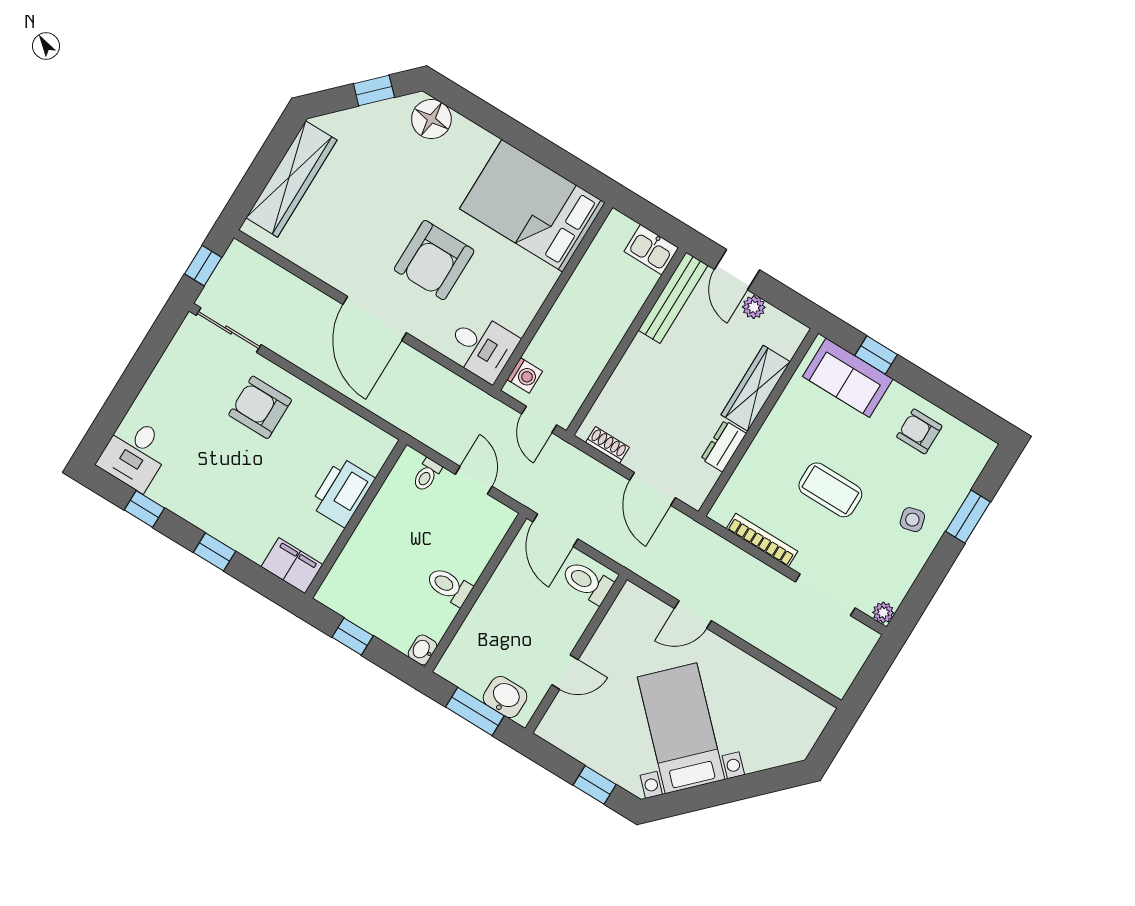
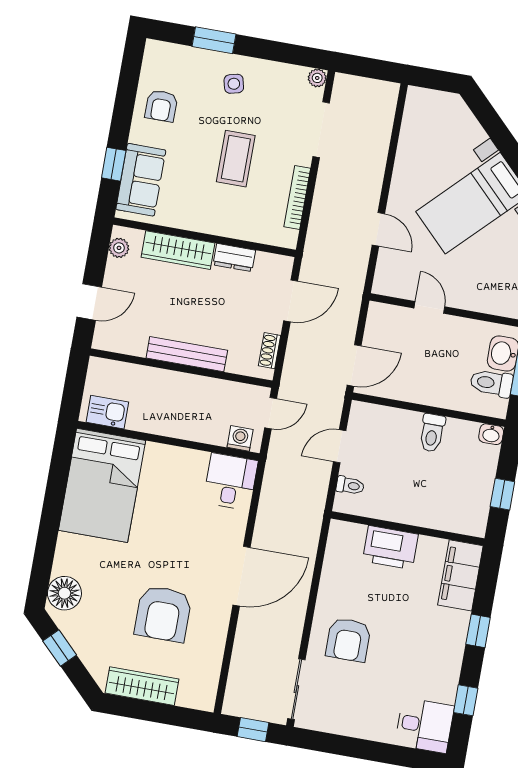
wardrobe: (291, 179) -> (142, 686), width x0.71, depth x0.85
kitchen sink: (651, 250) -> (107, 412), moved, turned -90
armchair: (434, 260) -> (163, 614), moved, turned 90
bench: (673, 298) -> (187, 354), moved
plant: (754, 307) -> (119, 248), moved
filing cabinet: (292, 566) -> (460, 575), width x1.50, depth x1.17
toilet: (587, 582) -> (491, 383), moved, turned 90
door: (565, 672) -> (429, 307), moved

